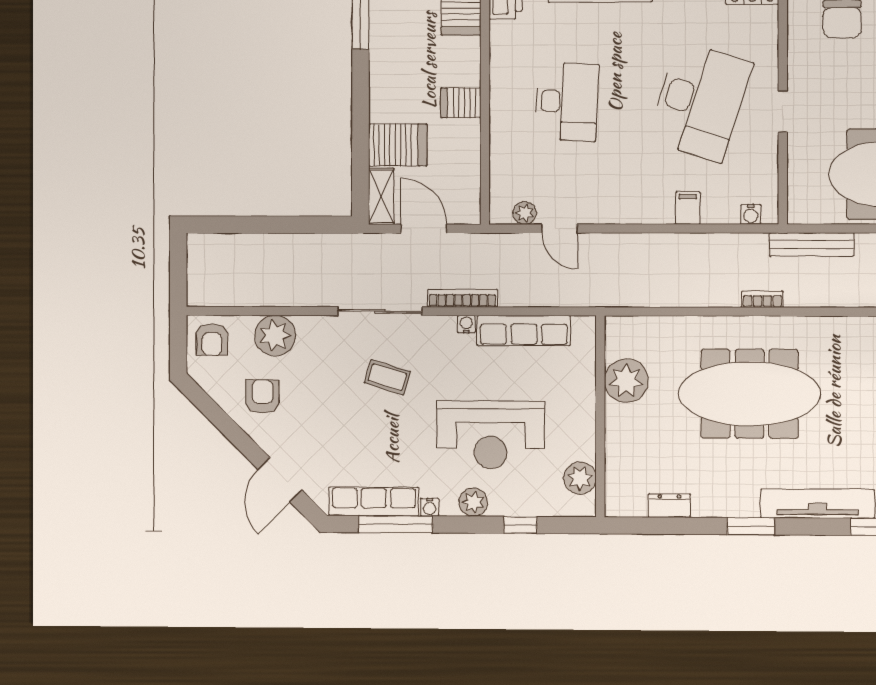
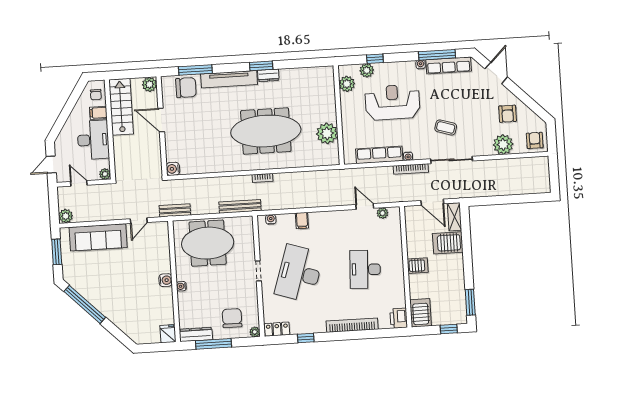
plant: (473, 502) -> (367, 70), moved
dresser: (669, 506) -> (268, 75), moved

